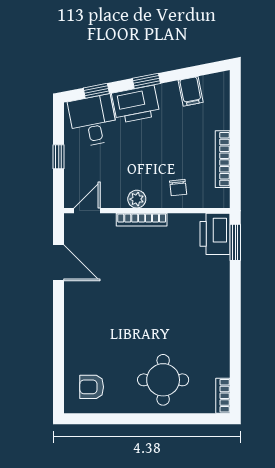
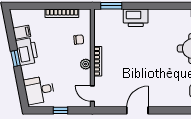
window: (96, 91) -> (21, 88), removed
printer: (136, 104) -> (27, 51), moved
printer: (215, 234) -> (136, 18), moved
door: (59, 263) -> (137, 110), moved

